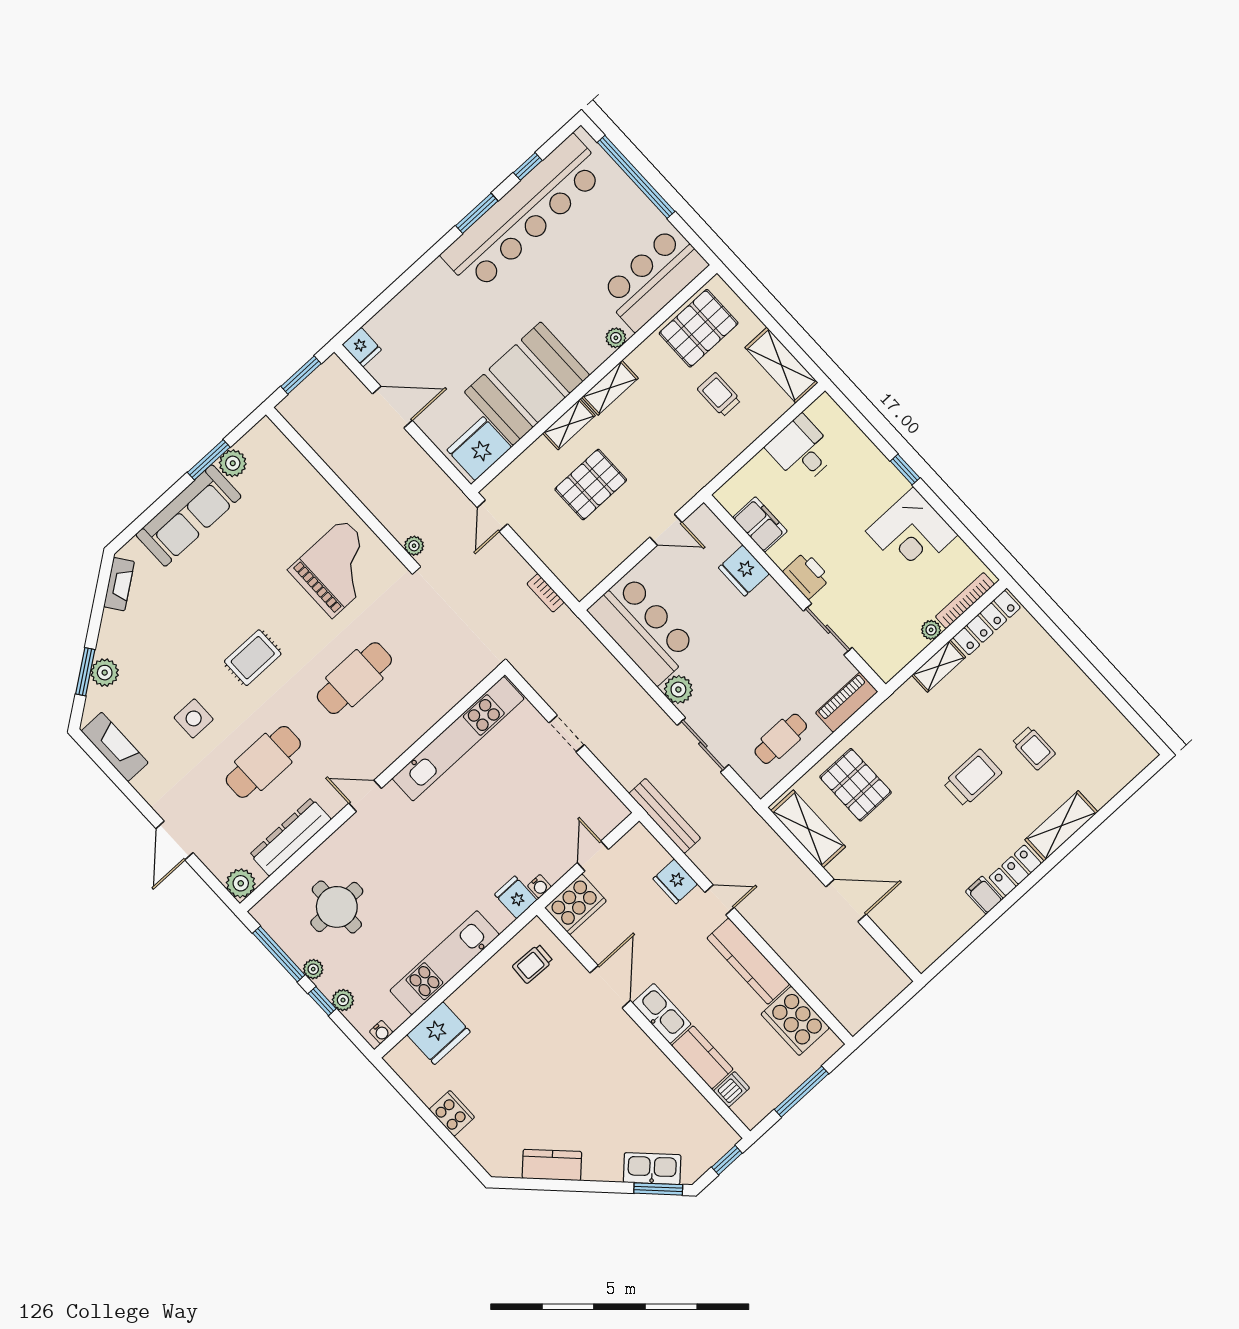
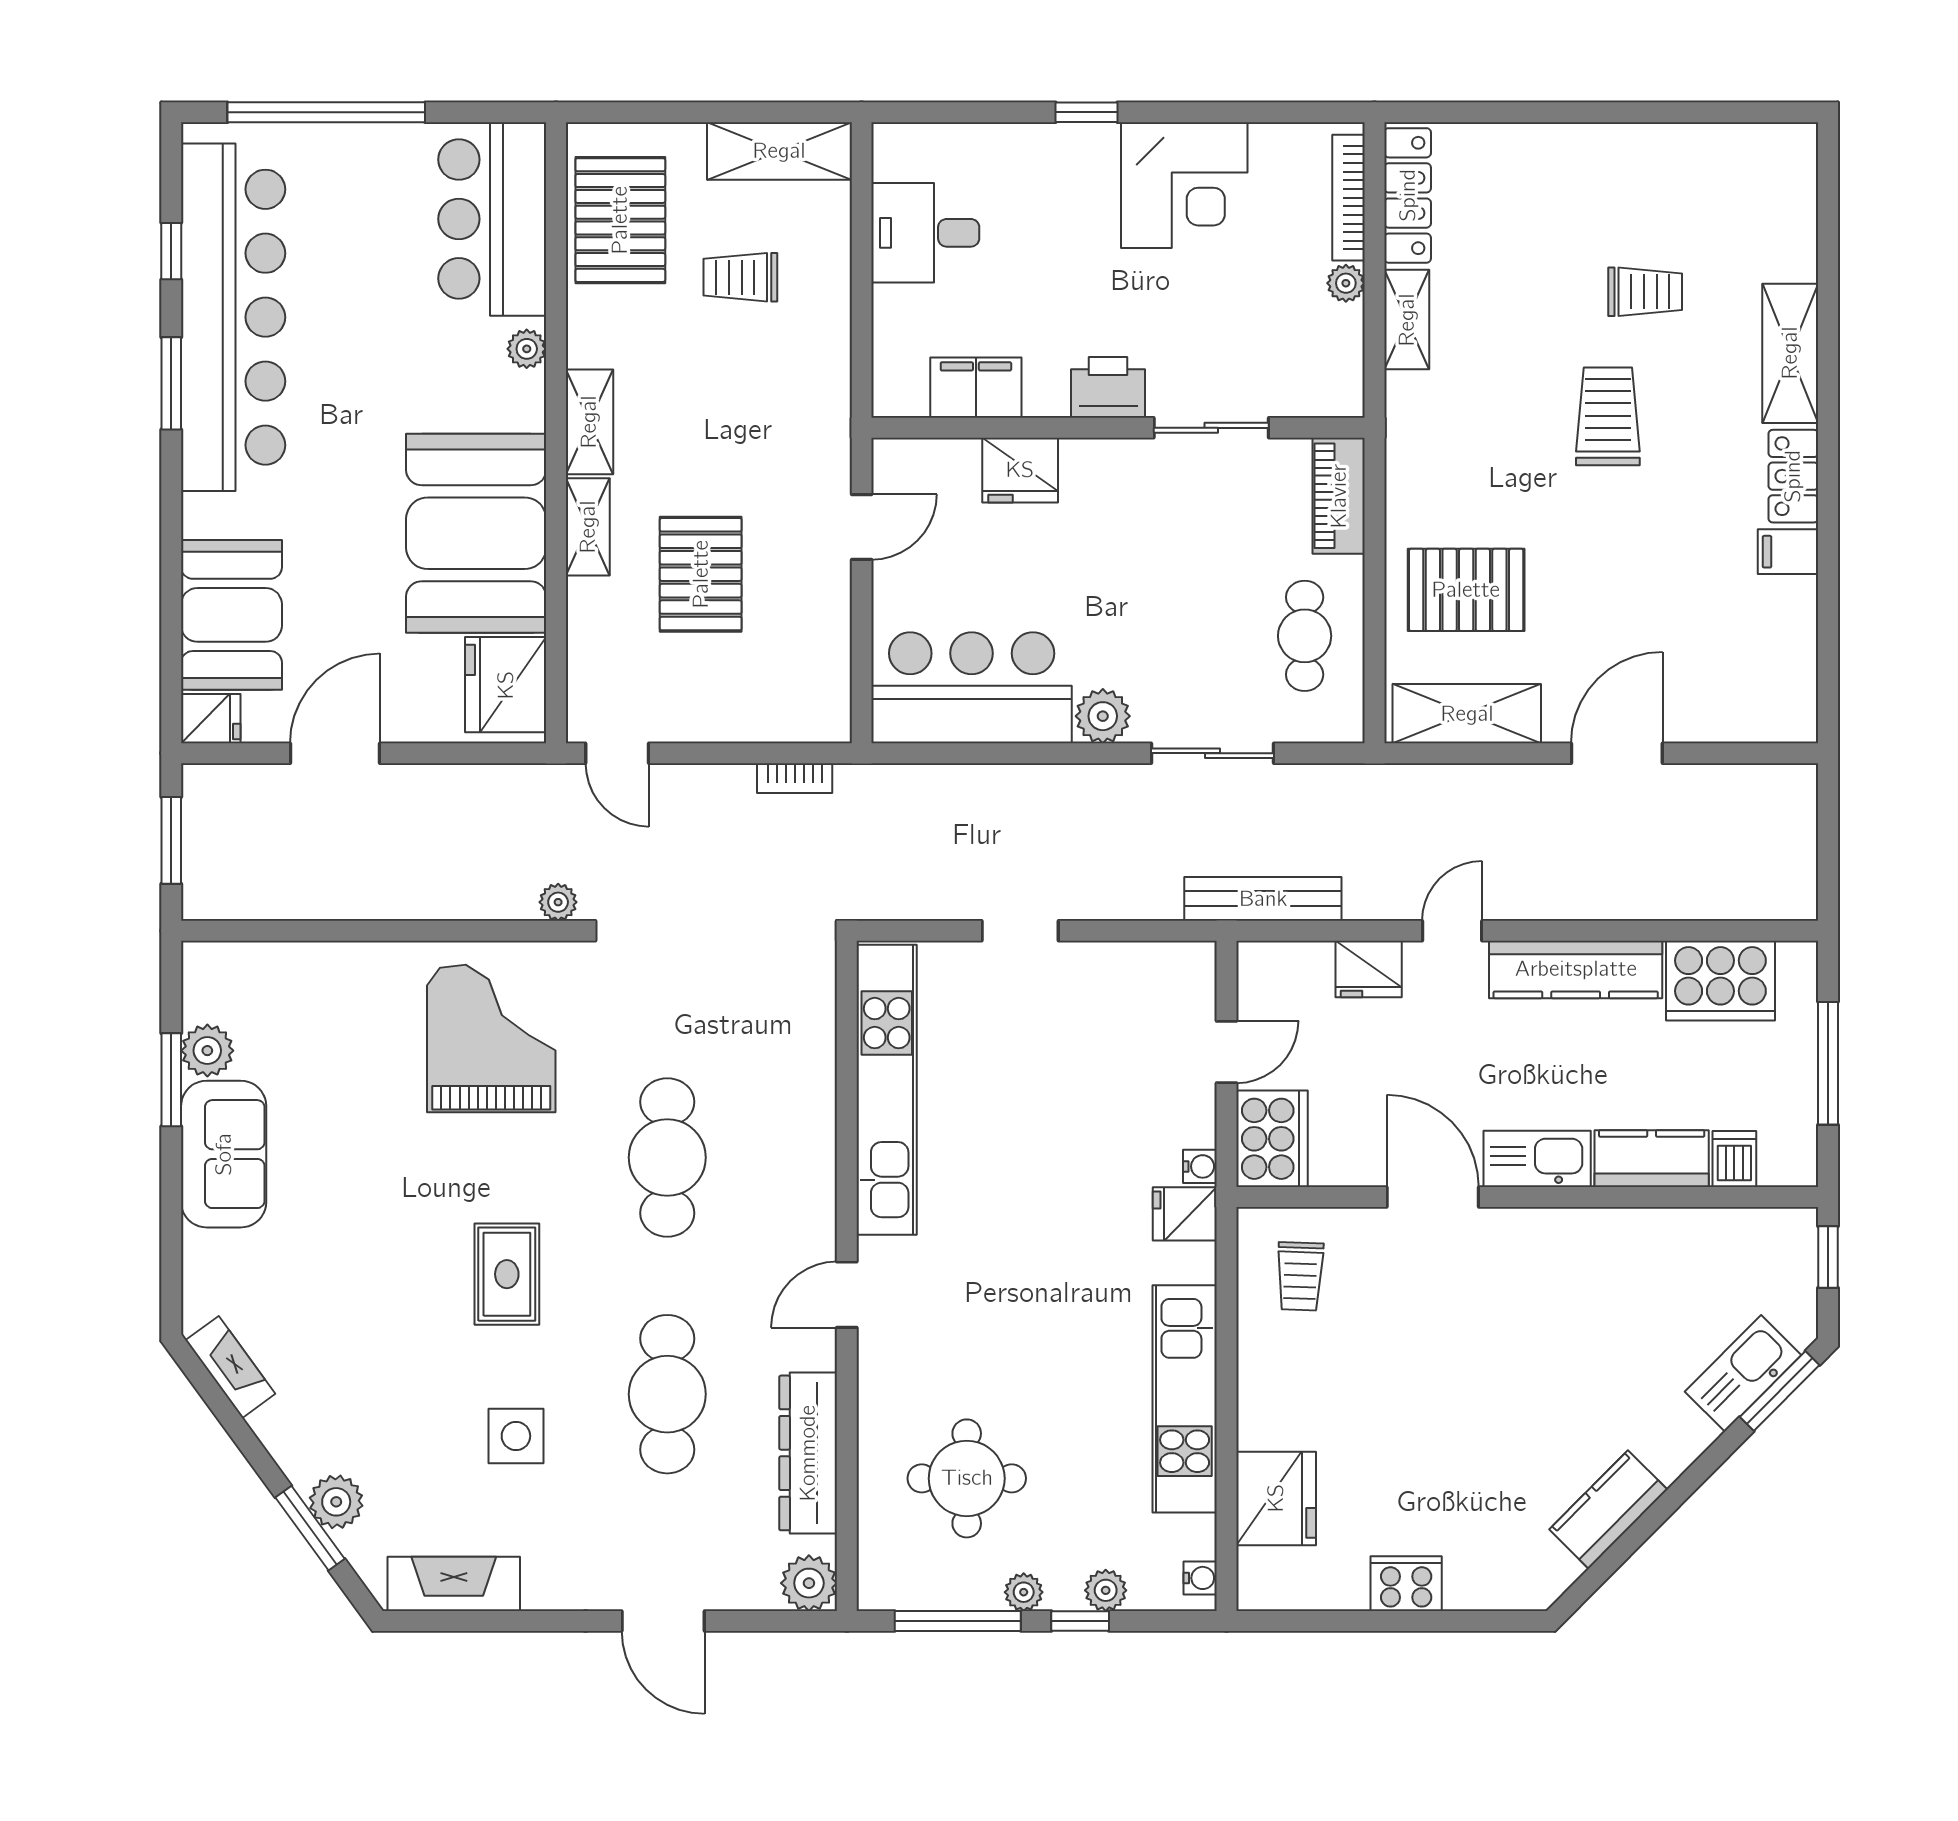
booth: (409, 318) -> (231, 615), added
sofa: (189, 516) -> (224, 1154), width x0.73
door: (593, 856) -> (1227, 1052), swing flipped

